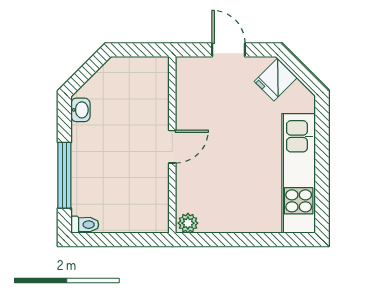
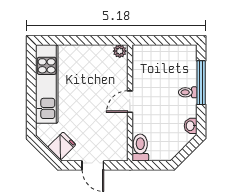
toilet: (157, 77) -> (140, 147), added
toilet: (85, 225) -> (188, 92), moved

